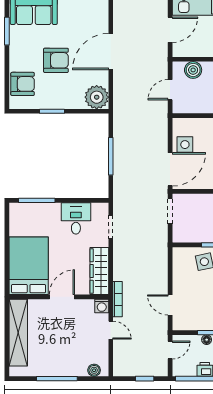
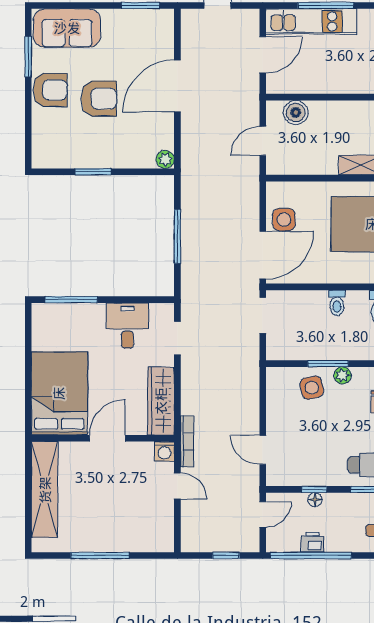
armchair: (23, 84) -> (50, 90), moved
plant: (97, 97) -> (165, 159), width x0.53, depth x0.53
boiler: (94, 370) -> (153, 543), removed

